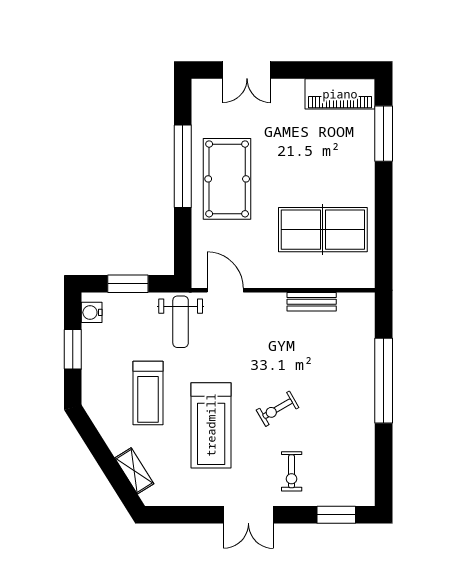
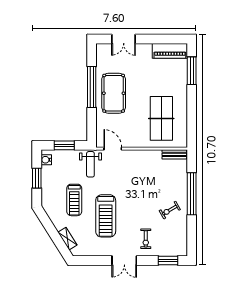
table tennis table: (323, 230) -> (161, 118), turned 90
bench: (312, 302) -> (174, 154), moved
exercise bike: (278, 409) -> (170, 210), moved

